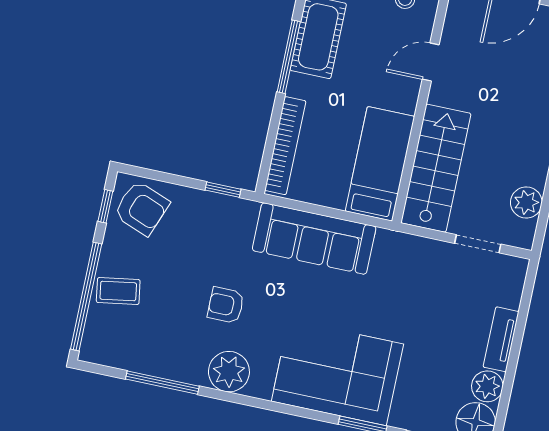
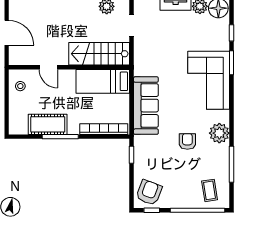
coffee table: (118, 291) -> (210, 190), moved
armchair: (226, 305) -> (187, 142), turned 180

